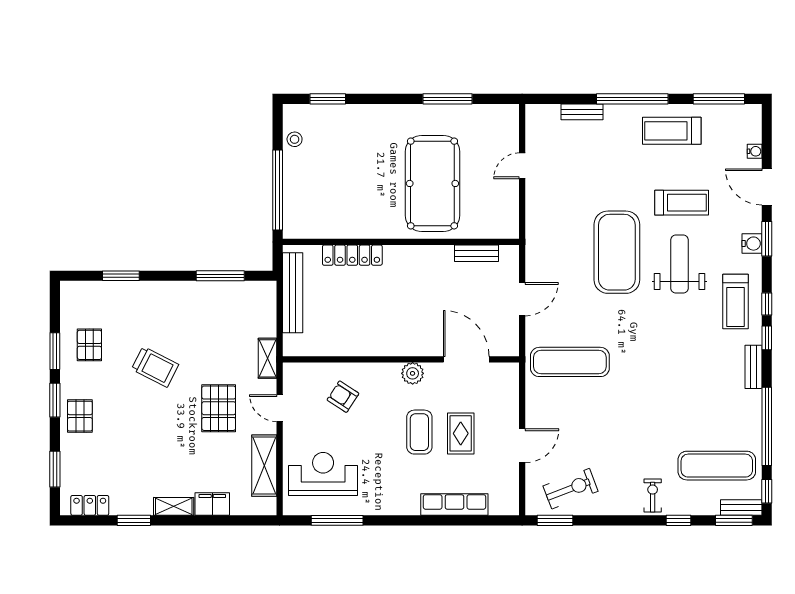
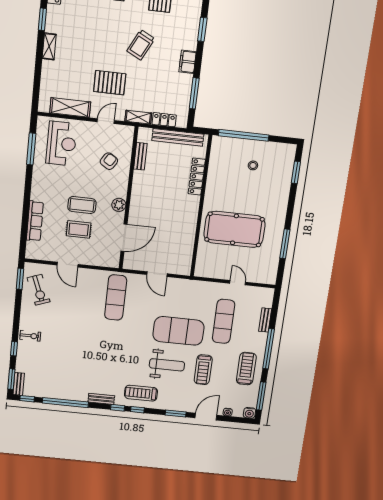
stool: (295, 139) -> (253, 165), moved
water cooler: (752, 244) -> (249, 413), moved
bench: (476, 253) -> (140, 156), moved
locker: (267, 317) -> (164, 120), added
exercise mat: (717, 466) -> (224, 321), moved
filing cabinet: (212, 504) -> (188, 62), moved, turned 180

